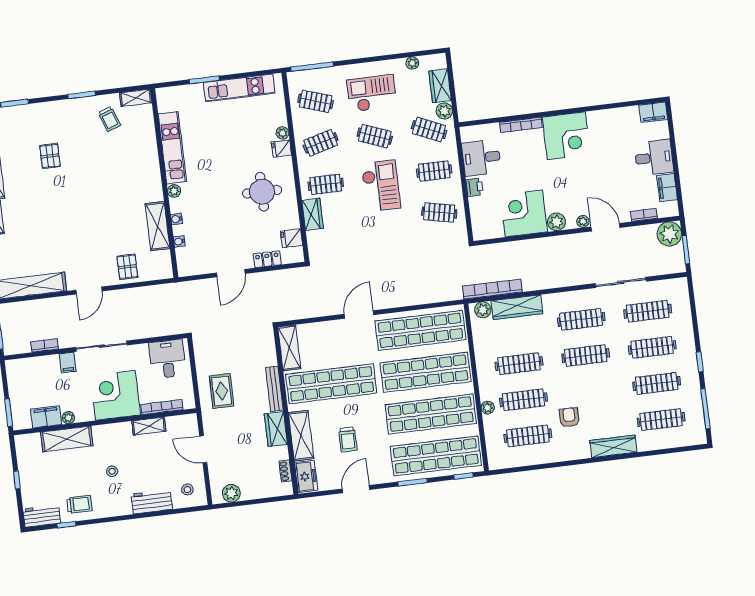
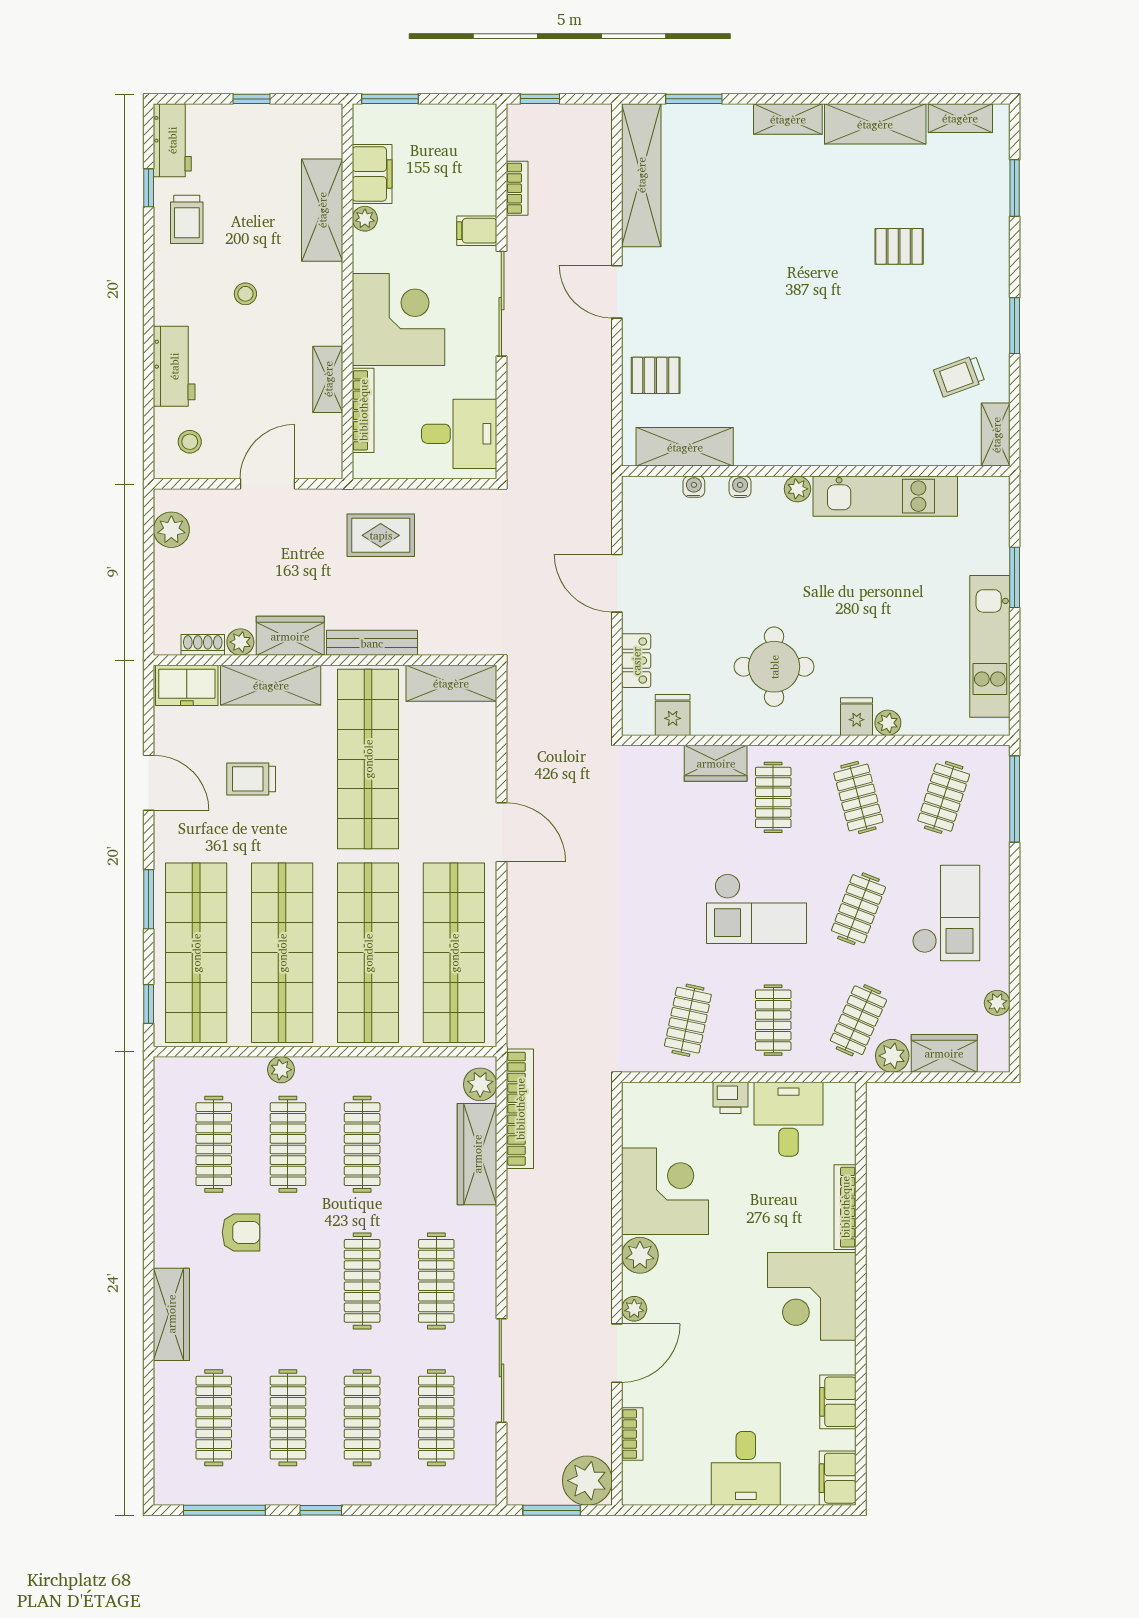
filing cabinet: (667, 188) -> (838, 1402), moved, turned -90
shelving: (158, 226) -> (685, 447), moved
plant: (282, 453) -> (240, 642), added

